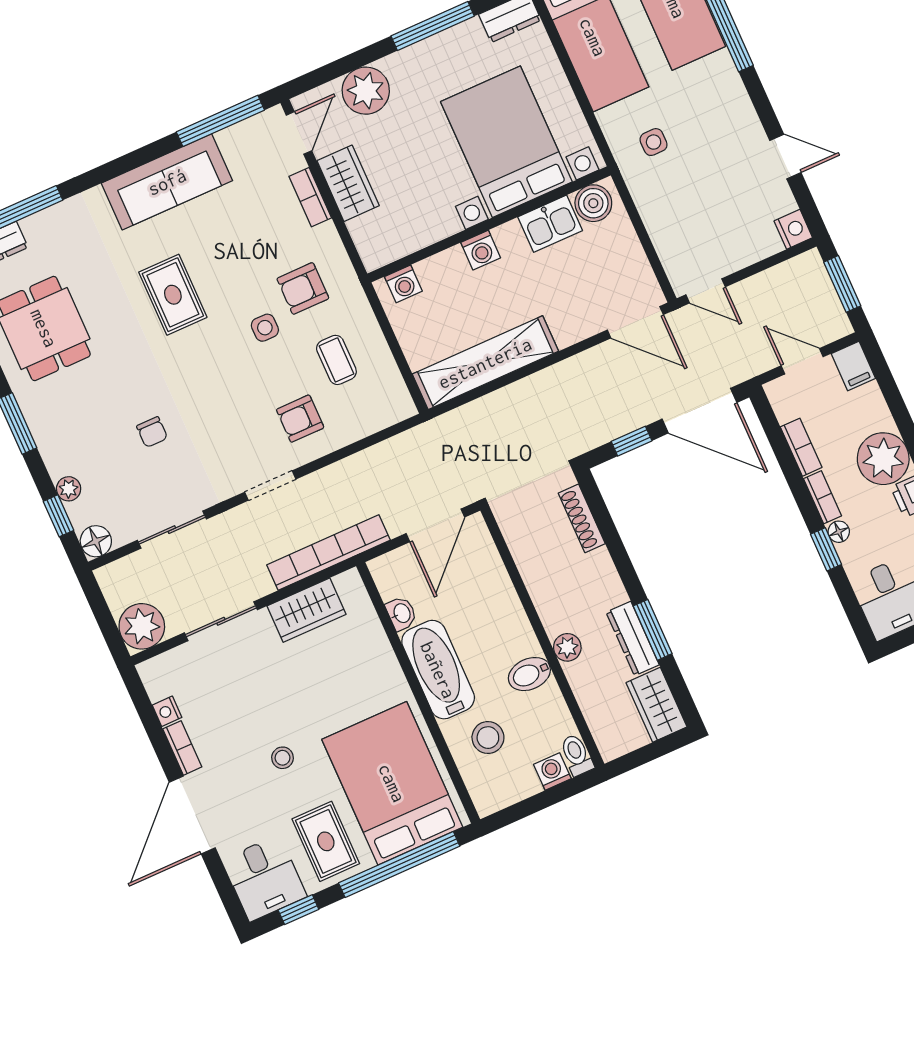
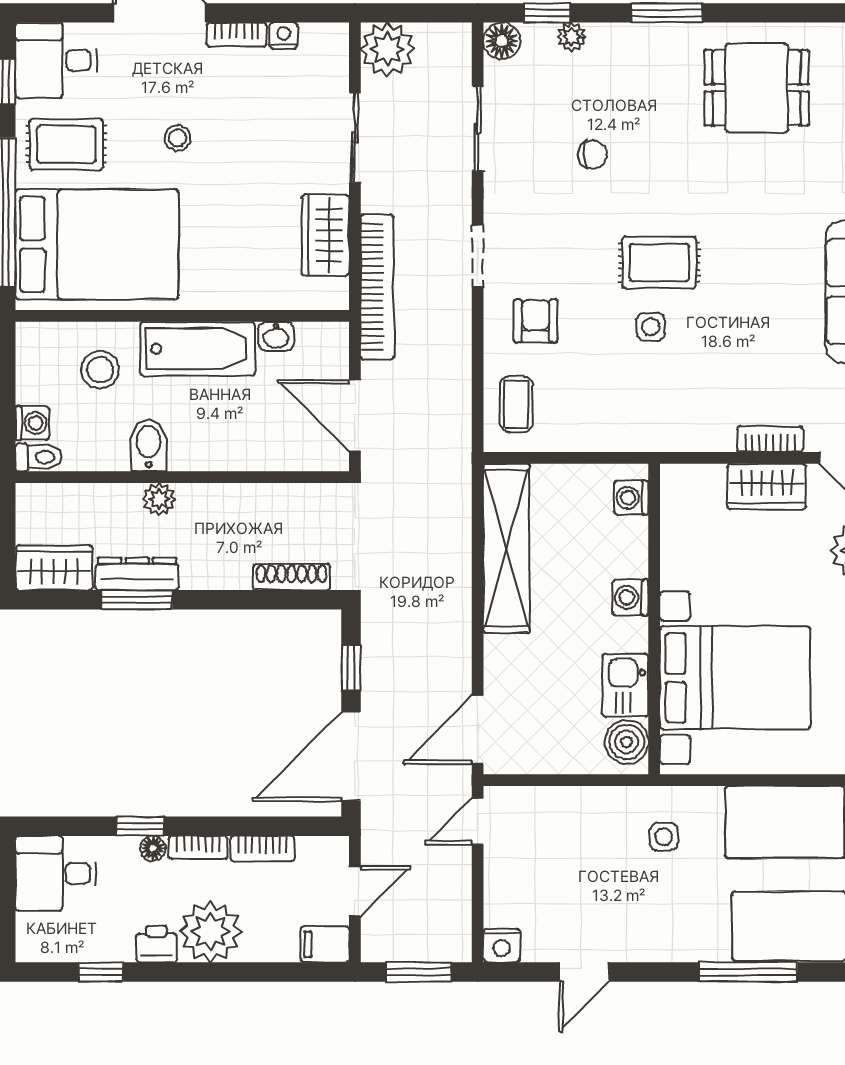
armchair: (303, 288) -> (675, 387), removed
rug: (173, 295) -> (659, 263), moved
coffee table: (336, 360) -> (516, 404), moved, turned 90
chair: (152, 432) -> (593, 154), turned 180

